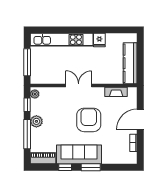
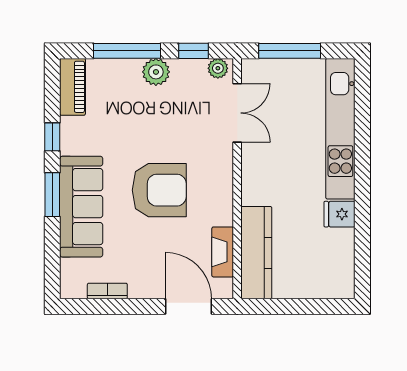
kitchen counter: (130, 63) -> (256, 253), moved, turned 90
double door: (79, 85) -> (237, 113), moved
door: (140, 119) -> (188, 306), moved
sofa: (79, 154) -> (81, 207), moved

